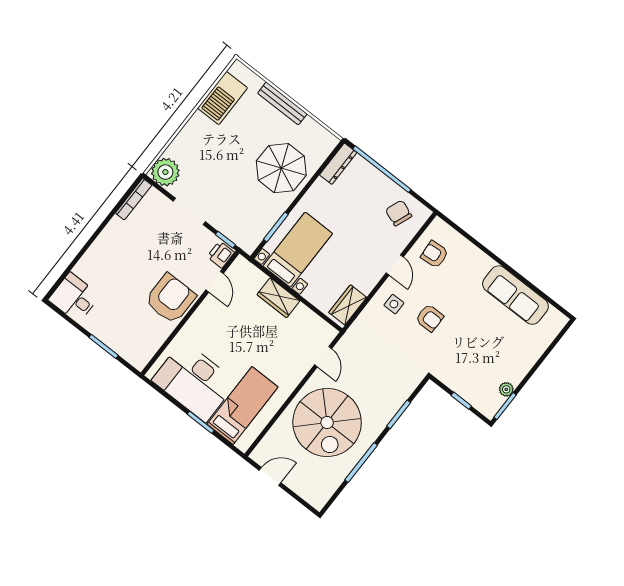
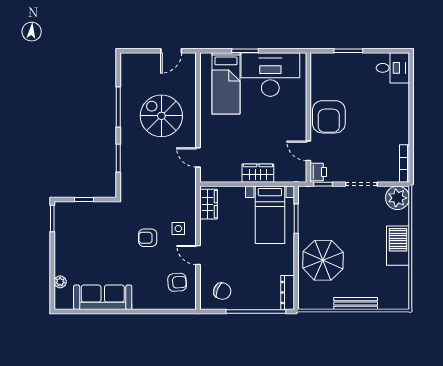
barbecue: (223, 98) -> (398, 246), moved
plant: (506, 389) -> (60, 282), moved
spiral stairs: (327, 422) -> (161, 116), width x0.73, depth x0.73

